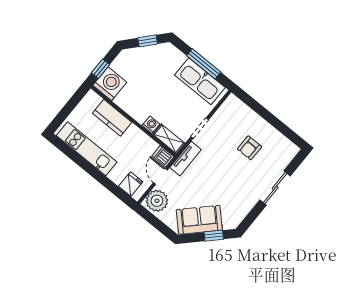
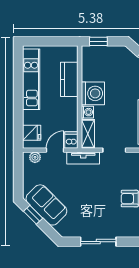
washing machine: (110, 84) -> (93, 93), moved
sliding door: (275, 188) -> (98, 242), moved
plant: (157, 201) -> (35, 157), width x0.53, depth x0.53
window: (214, 236) -> (33, 215), moved

